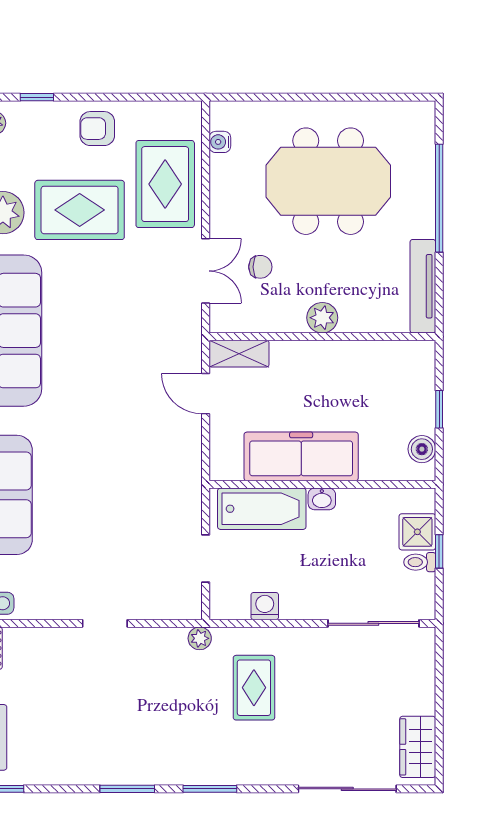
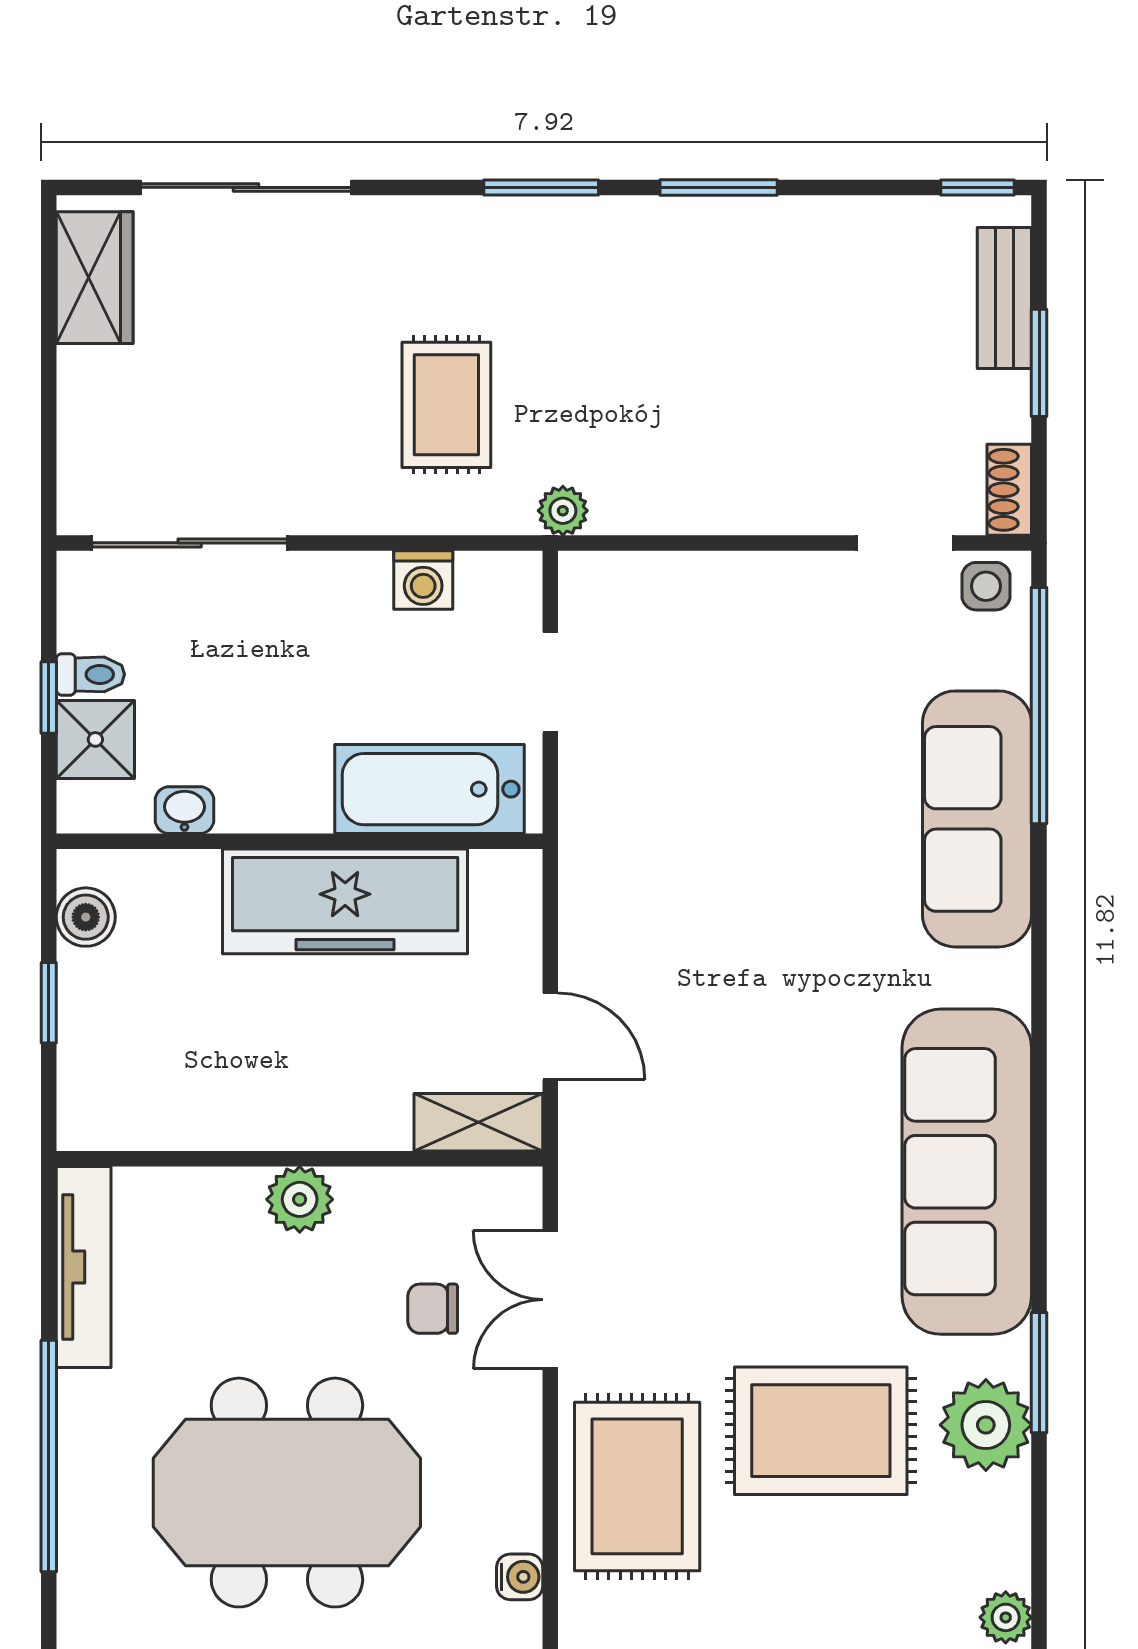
armchair: (97, 129) -> (783, 1606), removed
washbasin: (322, 499) -> (184, 810), moved
doorway: (105, 623) -> (905, 543), moved

